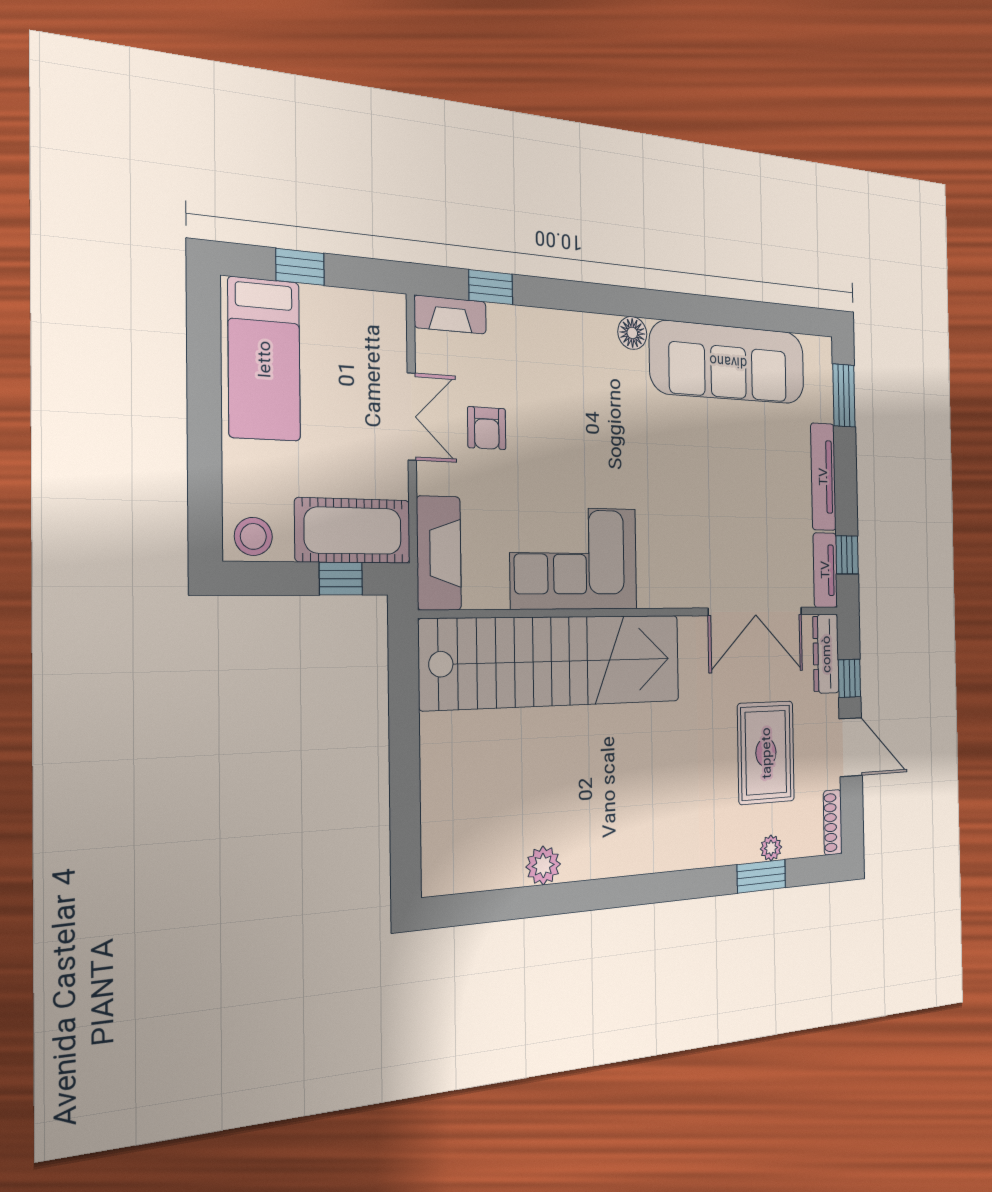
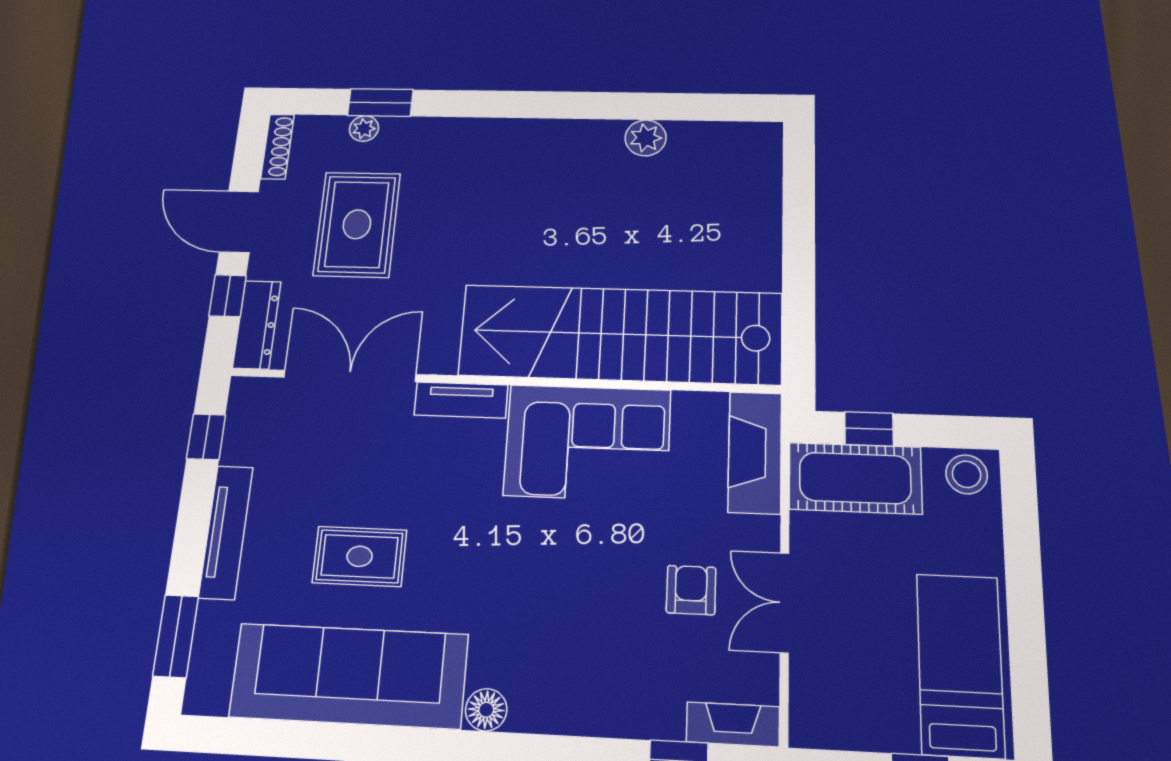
rug: (732, 457) -> (360, 556), added
tv unit: (825, 570) -> (461, 400), moved, turned 90

